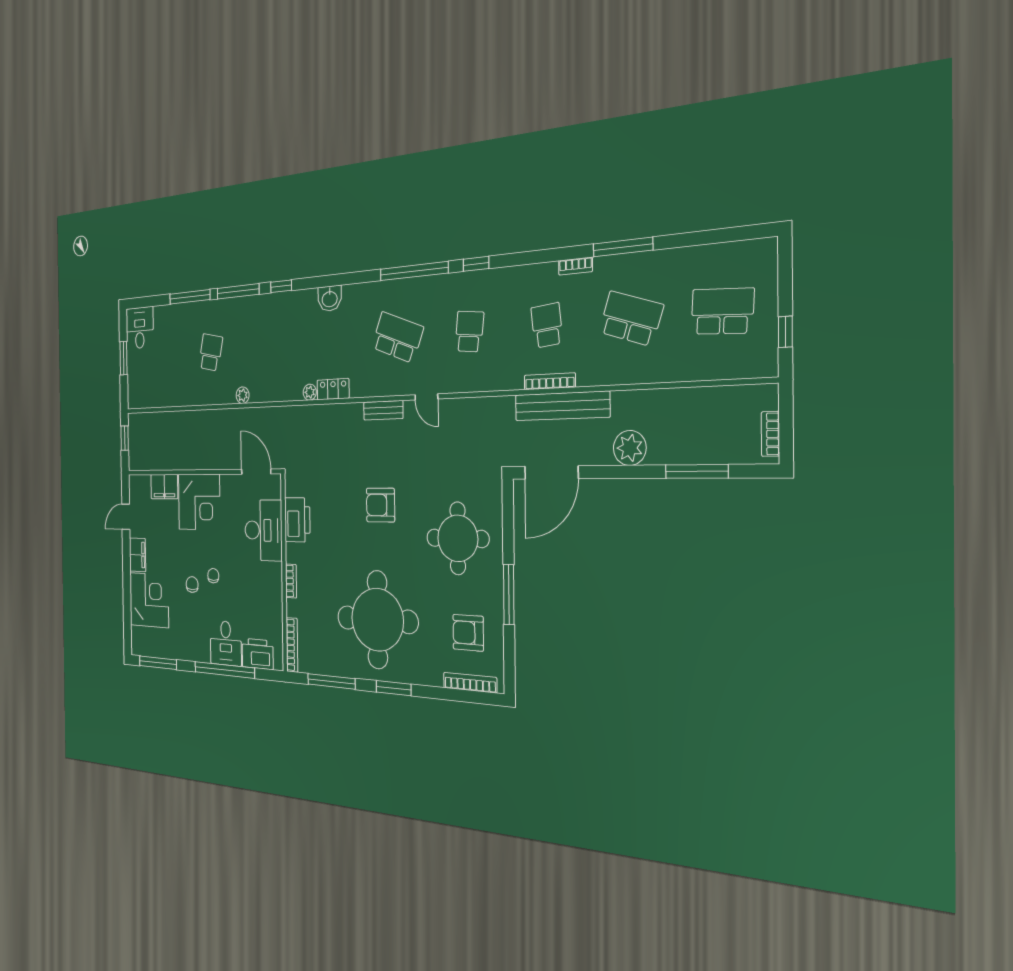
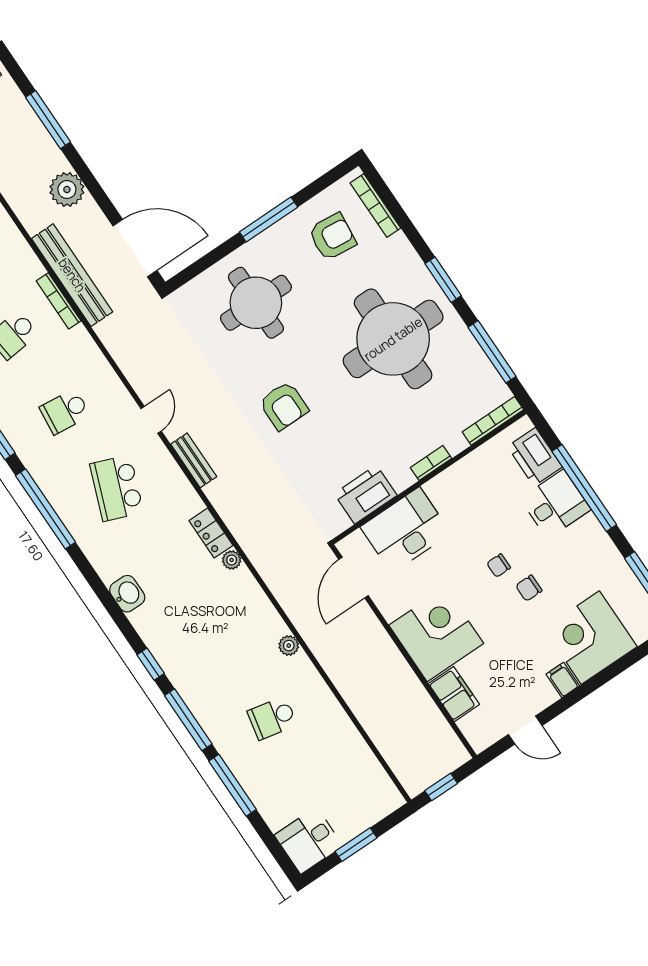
filing cabinet: (138, 555) -> (563, 680), width x0.50
armchair: (468, 633) -> (332, 237), turned -84

